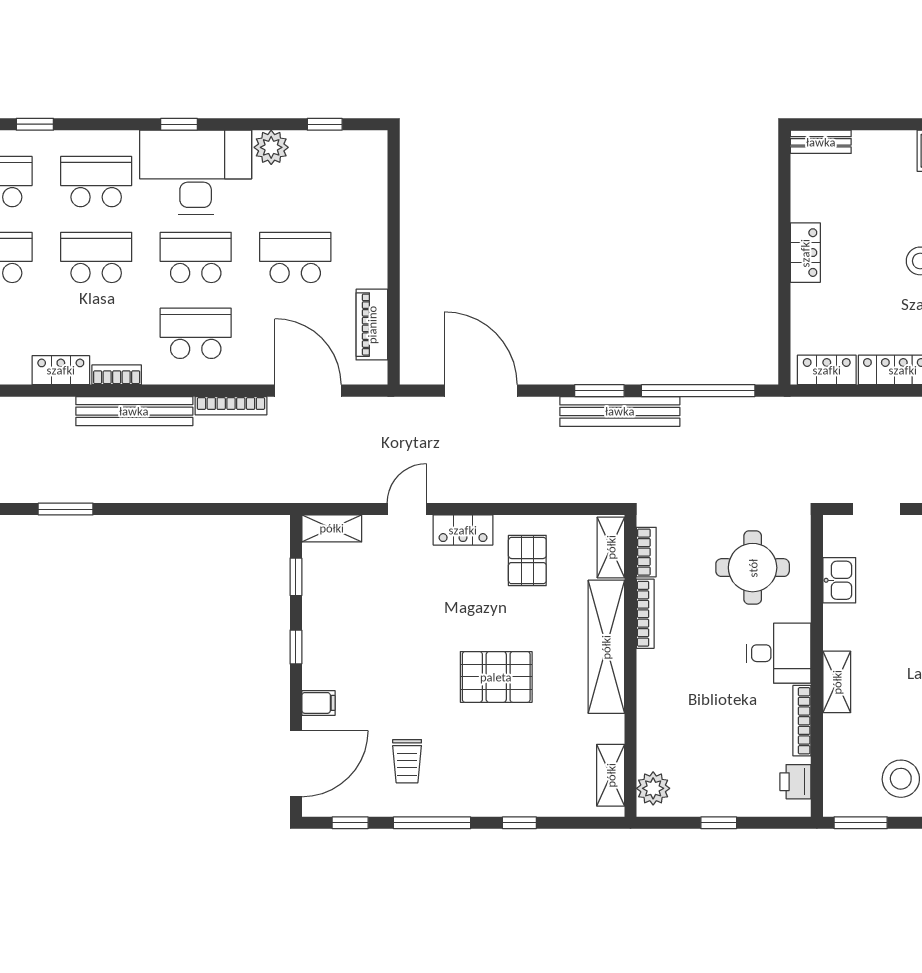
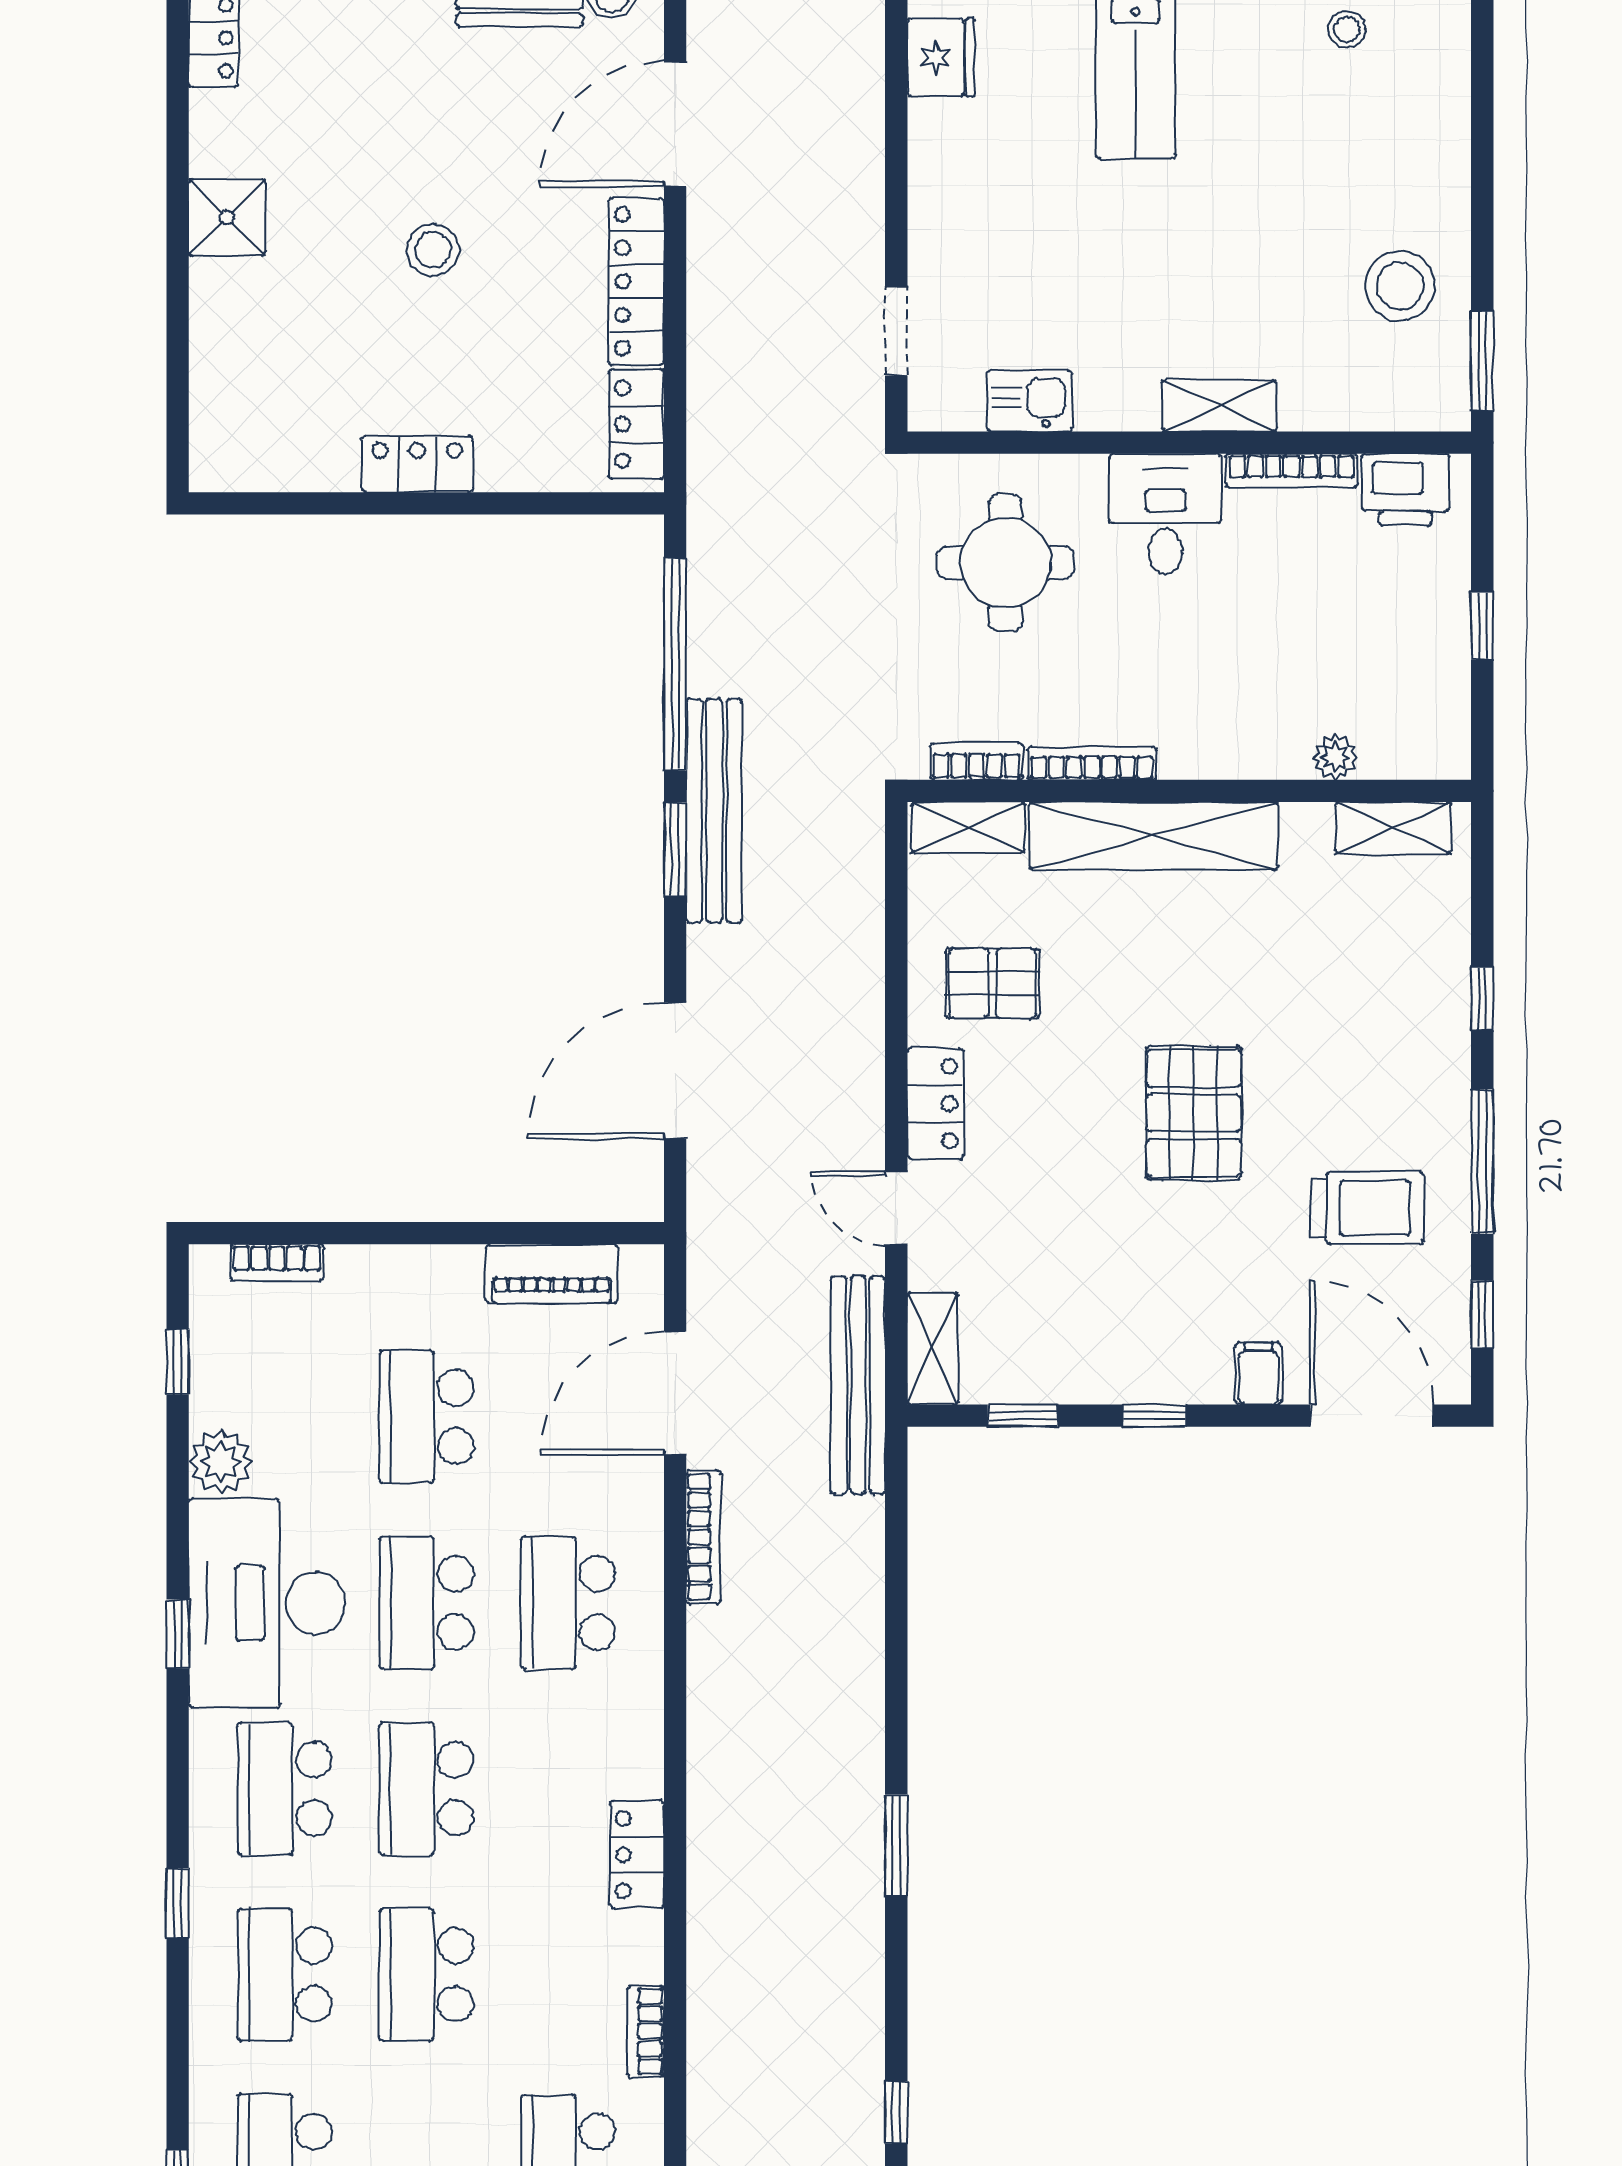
bench: (821, 142) -> (210, 436), removed
bookcase: (117, 375) -> (277, 1263), moved, turned -90
bench: (134, 411) -> (858, 1385), moved
pallet: (496, 677) -> (1194, 1113), moved
trolley: (407, 761) -> (1367, 1208), width x1.36, depth x1.39
printer: (795, 782) -> (1405, 490), width x1.36, depth x1.24
plant: (653, 788) -> (1335, 757), moved, width x0.73, depth x0.73

